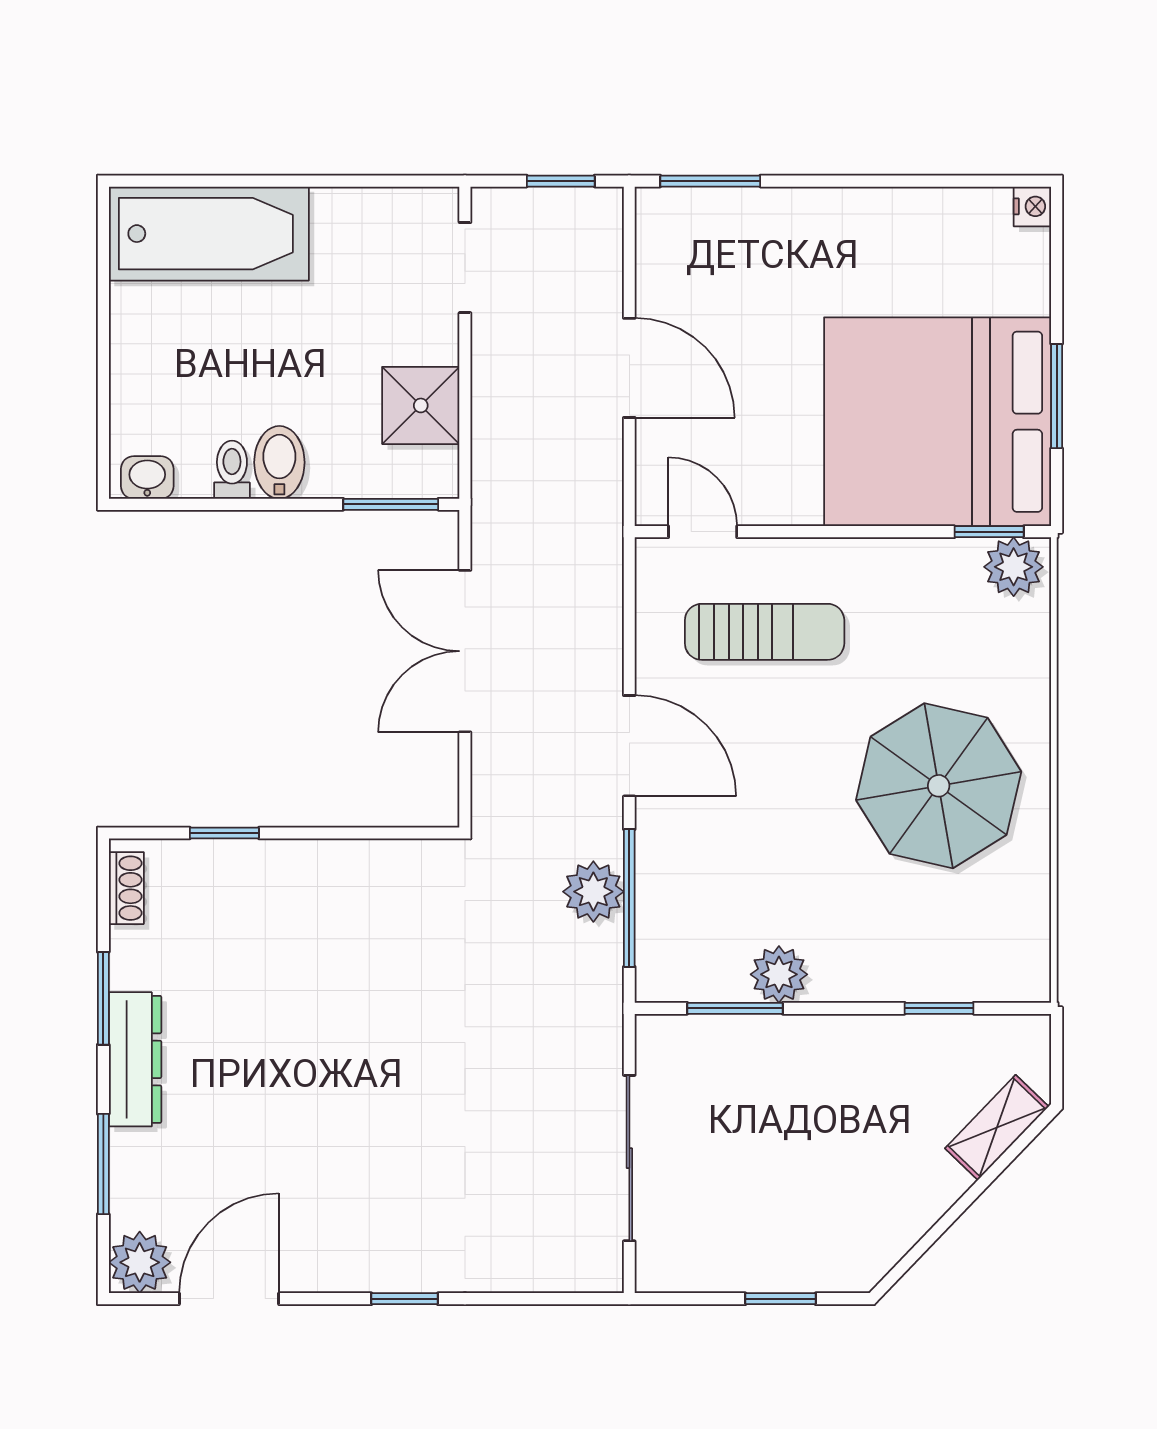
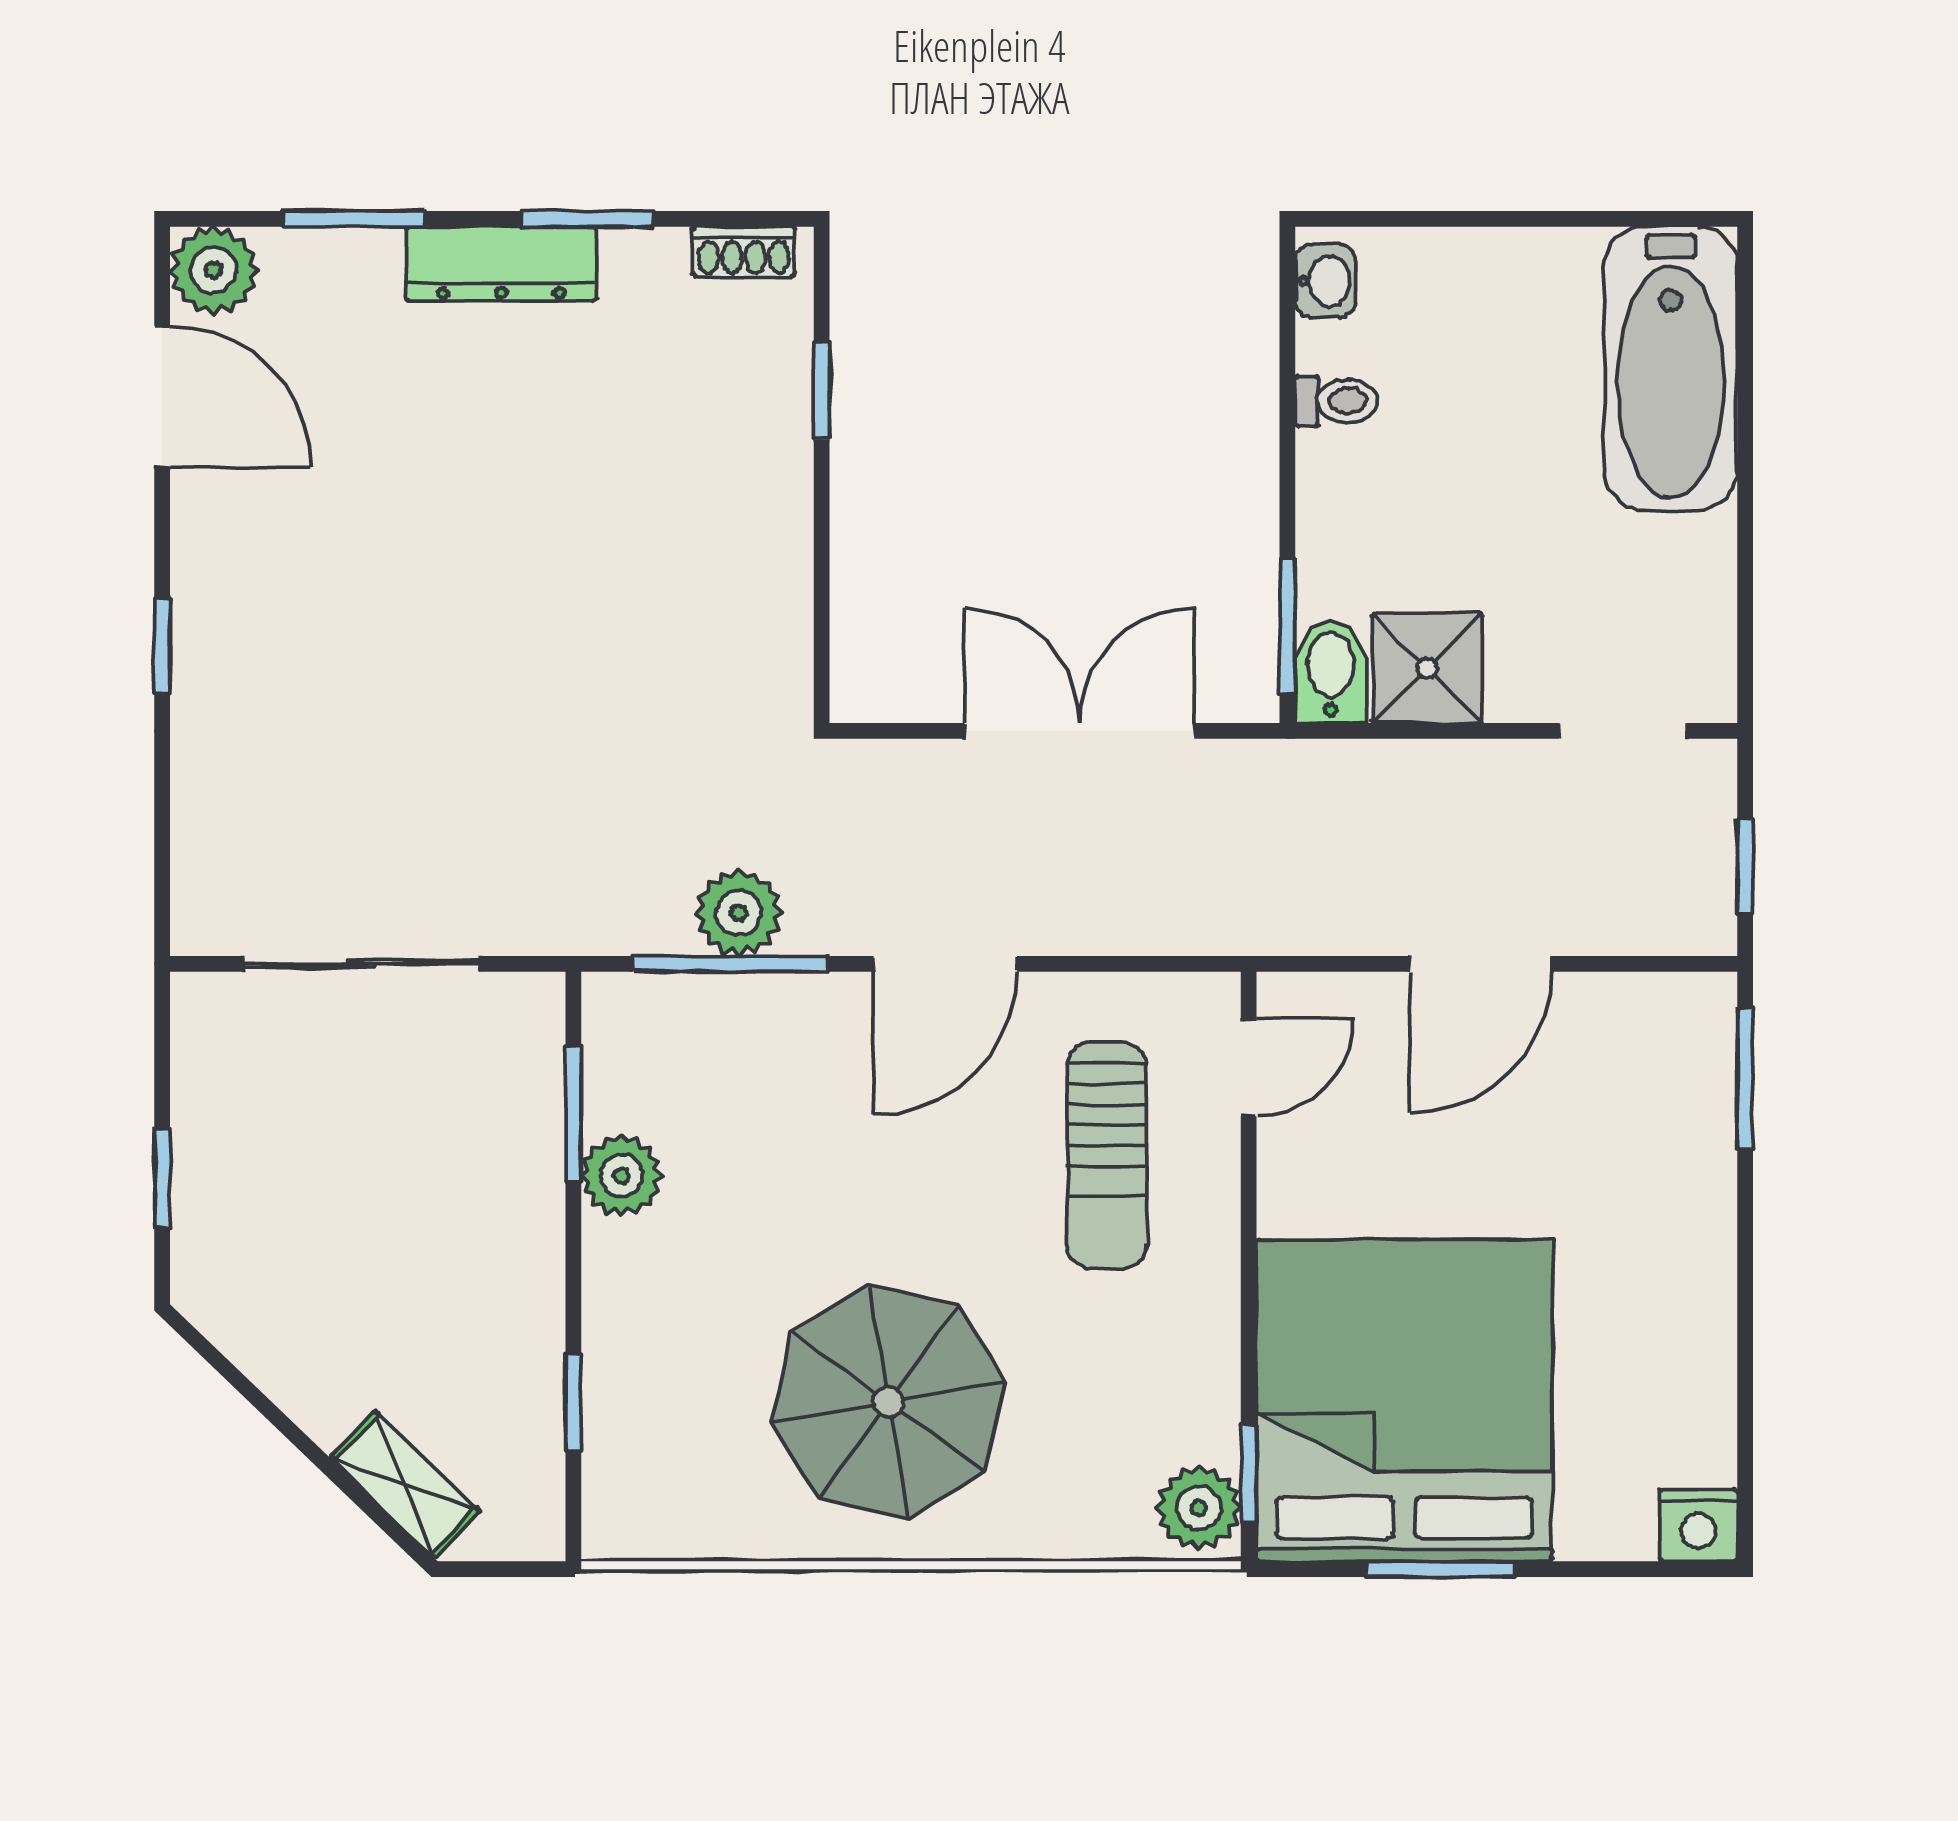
nightstand: (1032, 206) -> (1698, 1525), width x1.39, depth x1.35
bidet: (279, 462) -> (1331, 672), moved, turned -90

